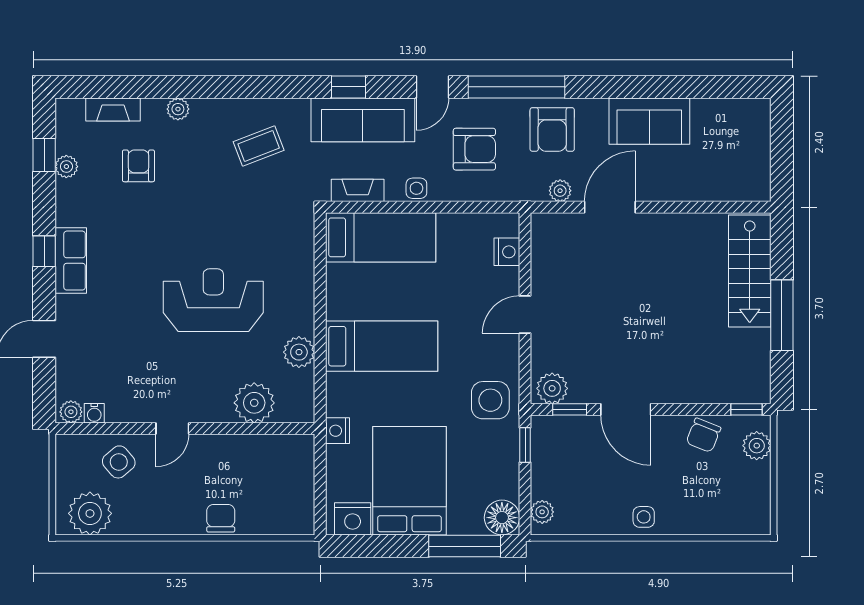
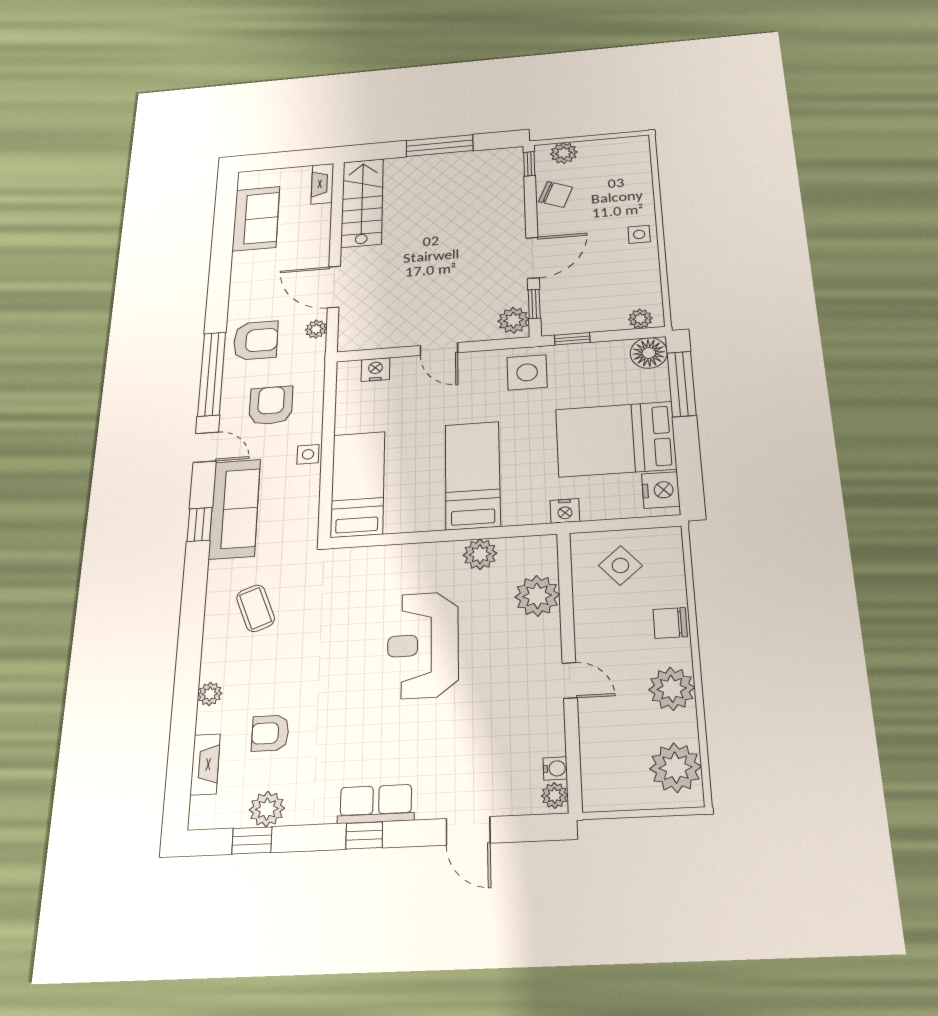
sofa: (649, 121) -> (256, 219), moved
plant: (66, 167) -> (267, 809), width x1.38, depth x1.38
fireplace: (358, 190) -> (322, 184), moved
stairs: (750, 271) -> (362, 203), moved, turned -90
side table: (119, 462) -> (620, 565), moved
plant: (160, 515) -> (672, 689), added

